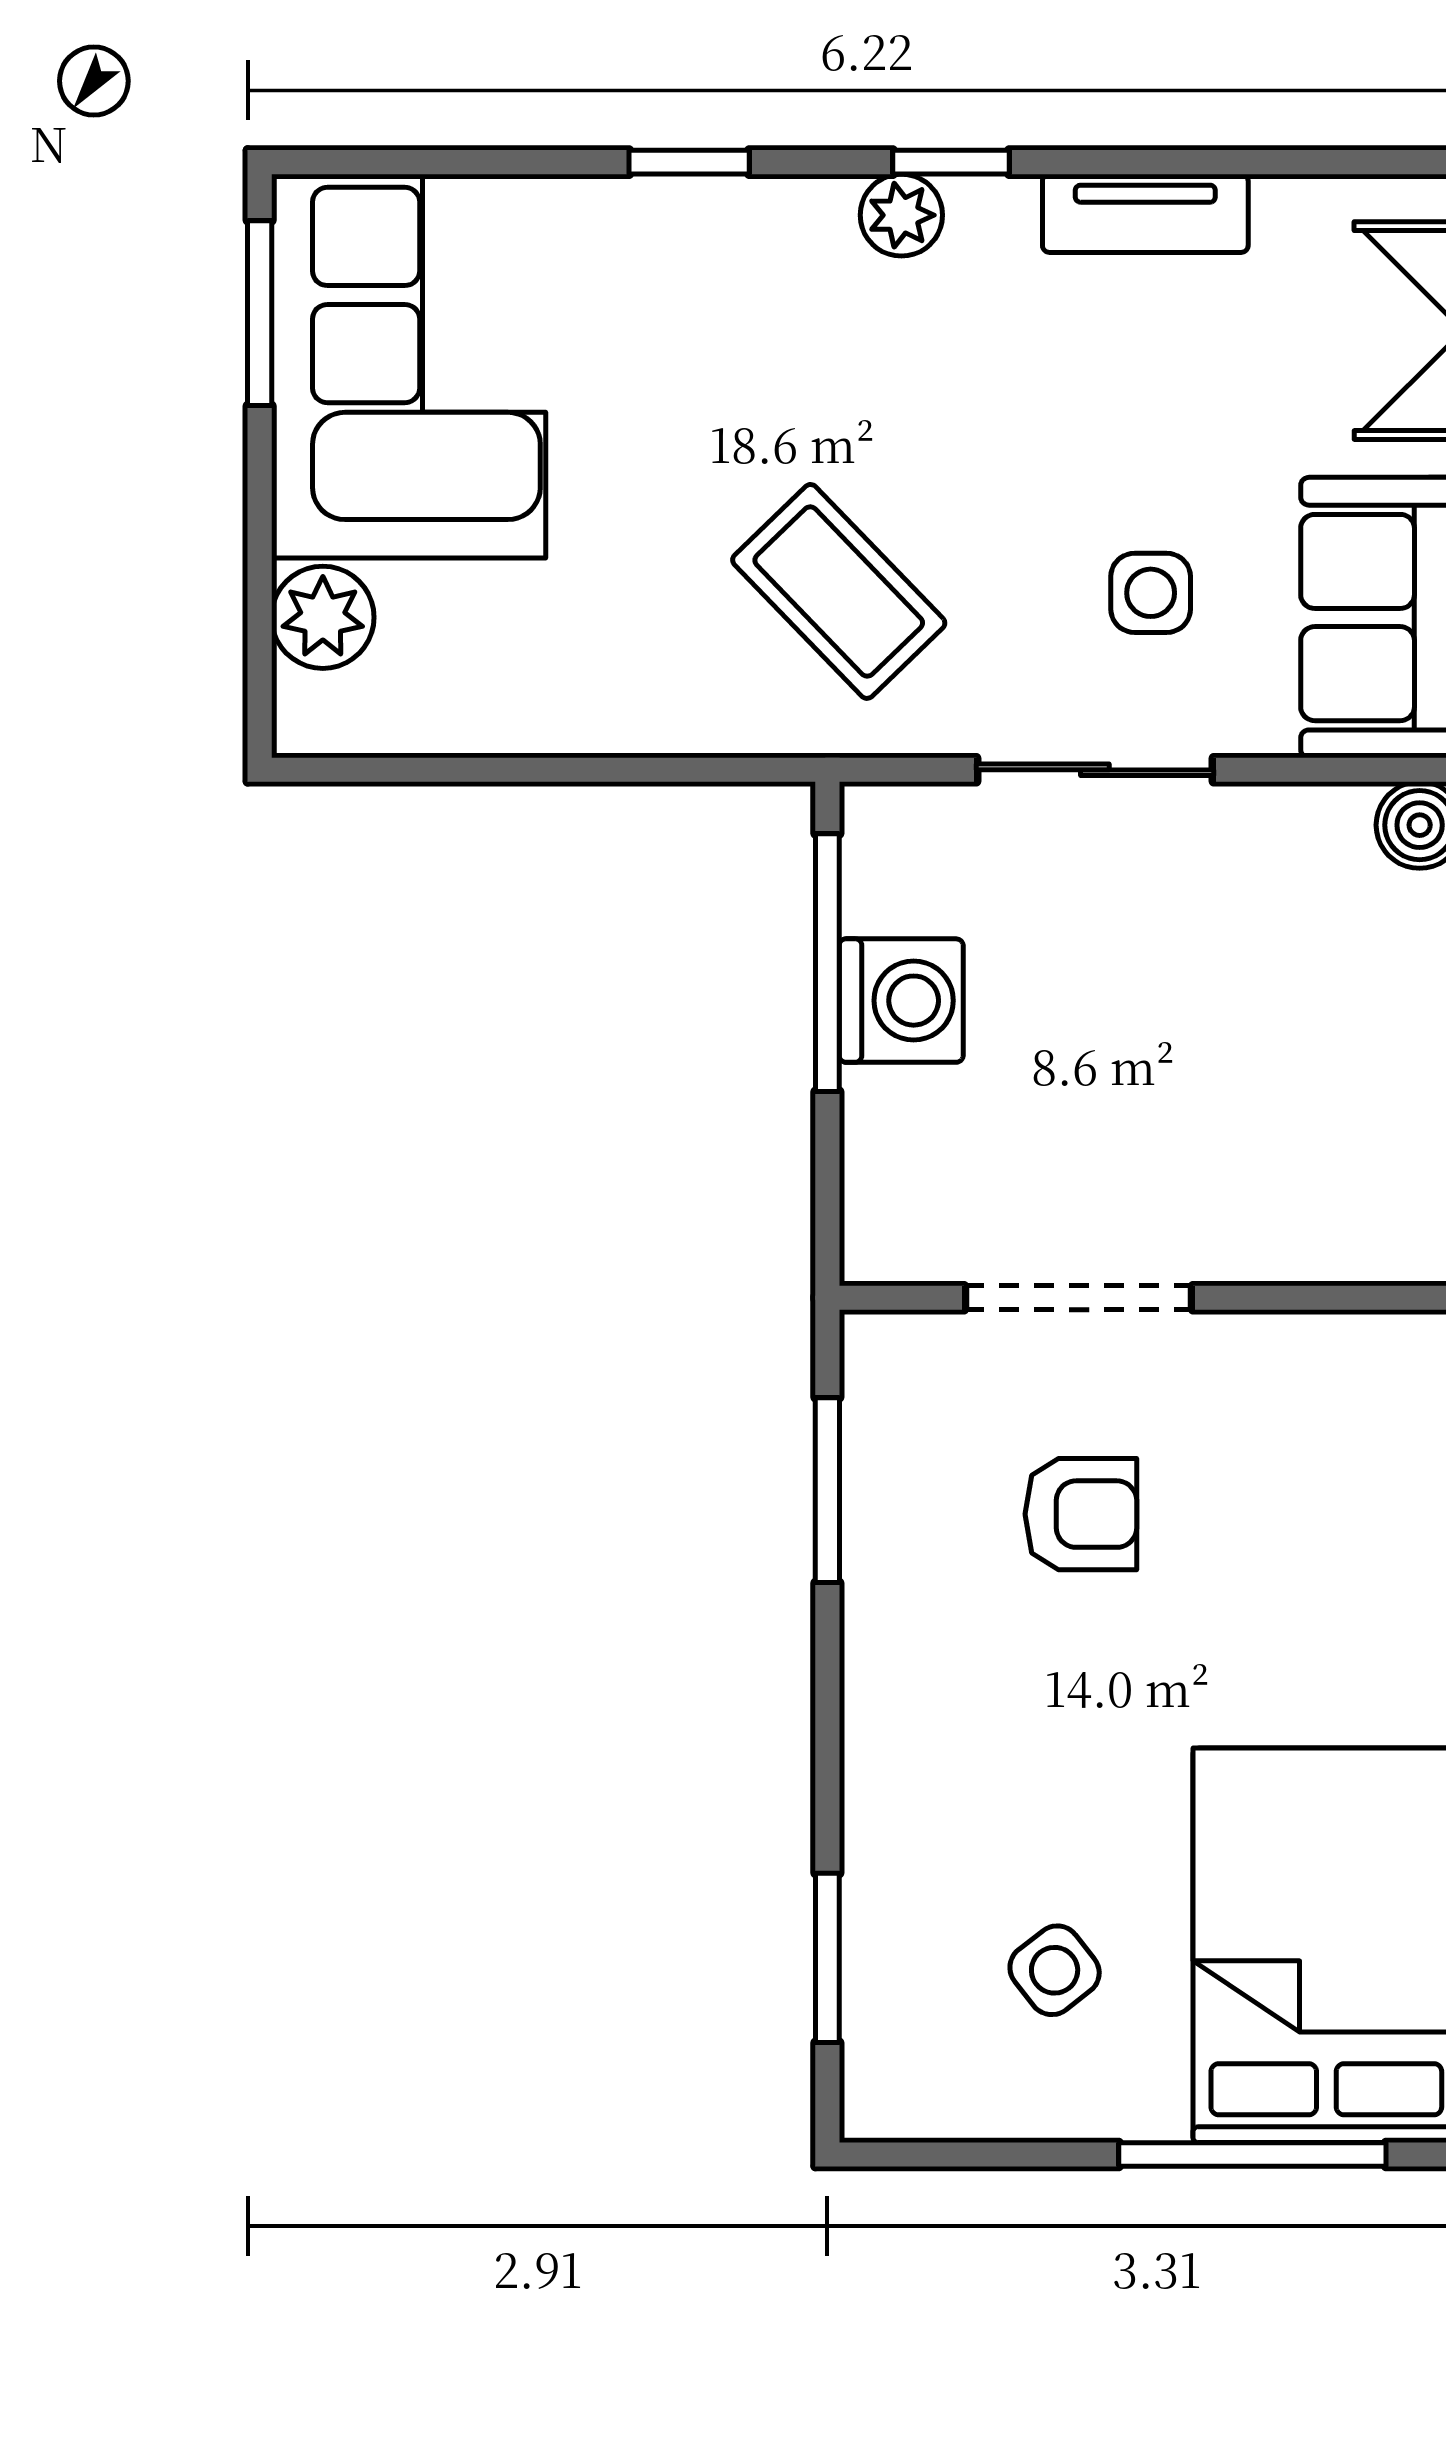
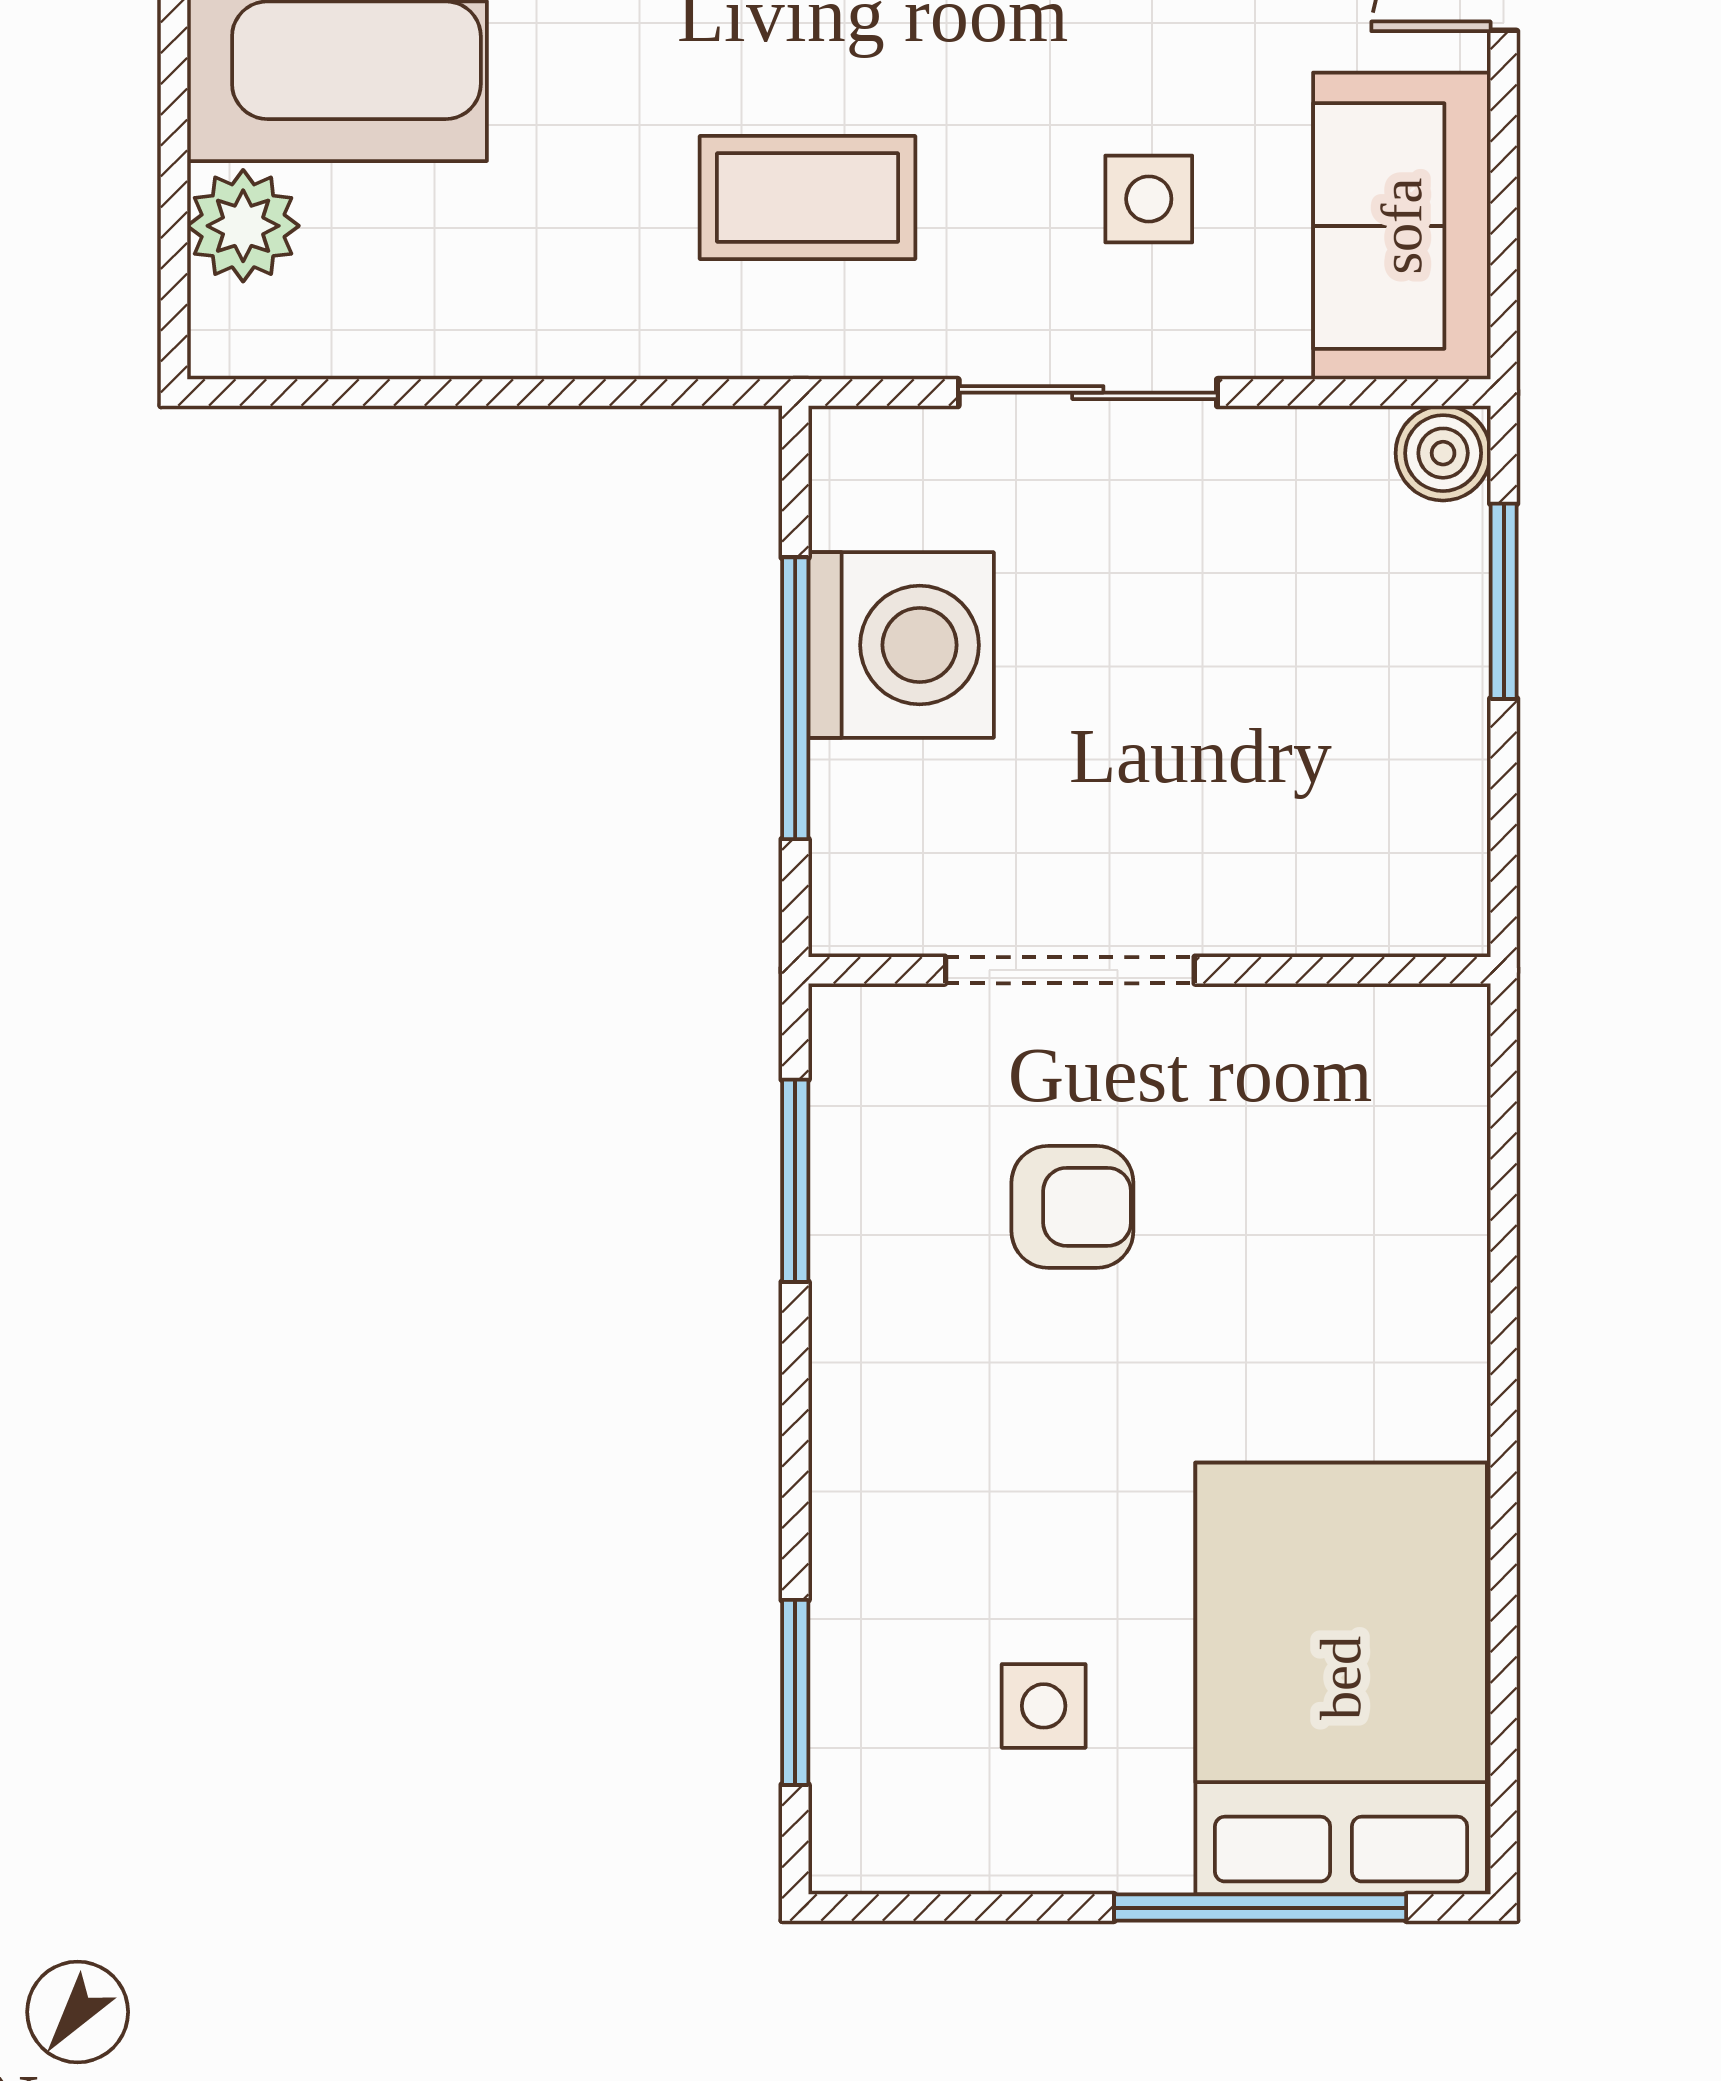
coffee table: (839, 591) -> (808, 198), turned -46
window: (827, 963) -> (795, 698), moved
washing machine: (901, 1001) -> (901, 645), width x1.37, depth x1.37
side table: (1055, 1970) -> (1044, 1706), turned 38

